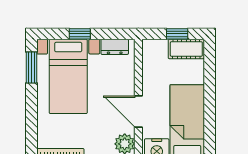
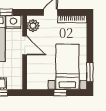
dresser: (115, 47) -> (39, 85), removed

